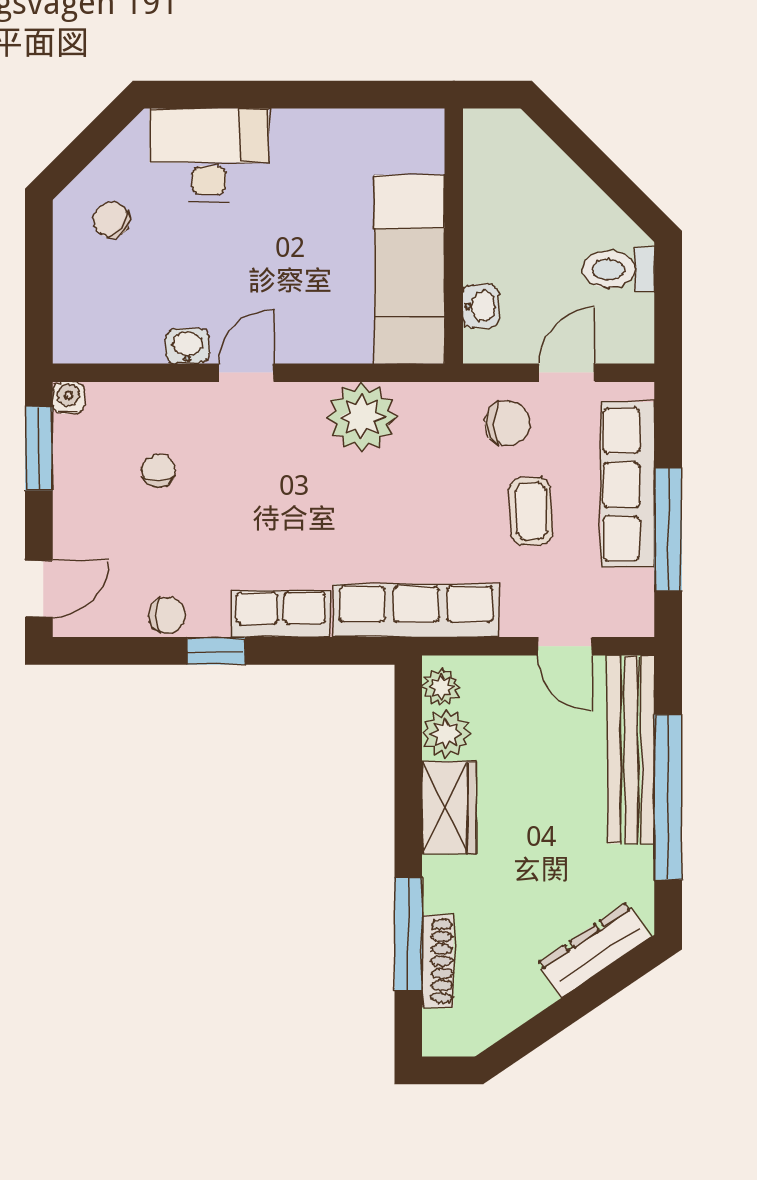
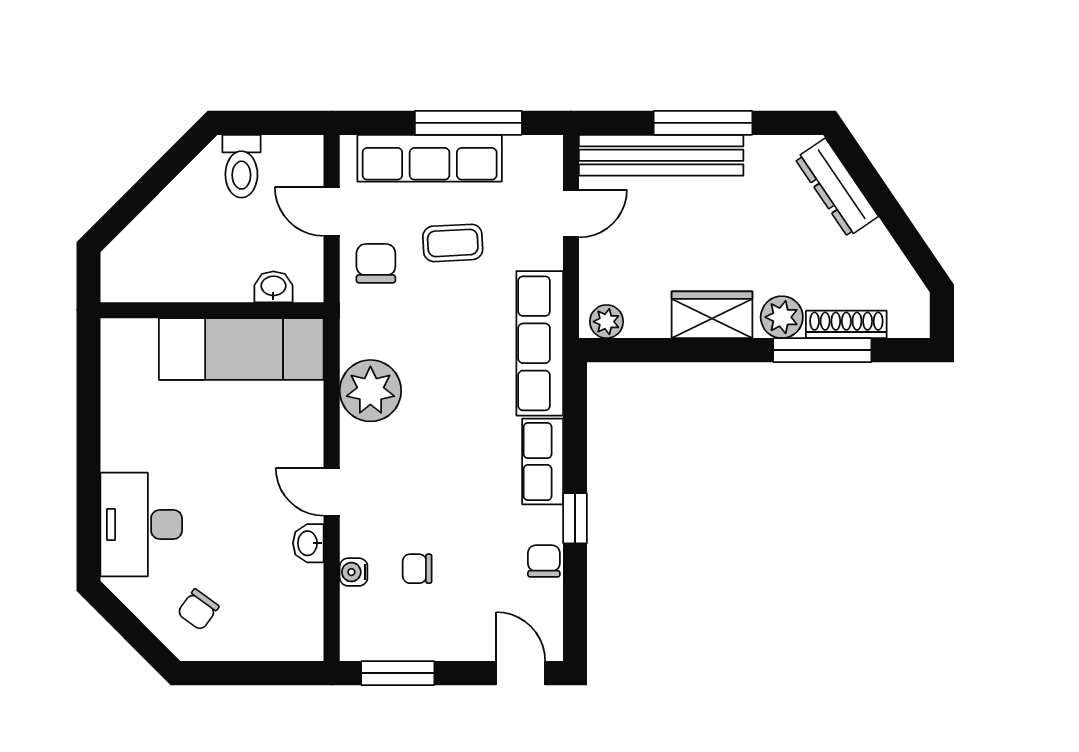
water cooler: (68, 398) -> (354, 572), moved
plant: (446, 734) -> (782, 317), moved
window: (668, 797) -> (703, 123), width x0.68

